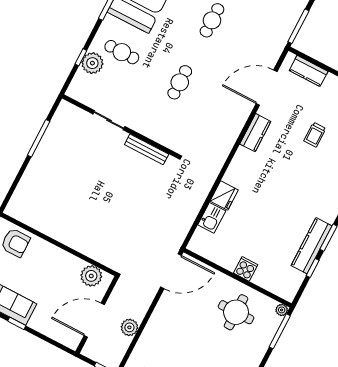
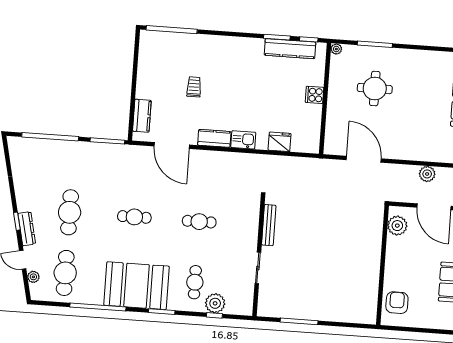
trolley: (315, 135) -> (194, 87), turned -90
kitchen sink: (212, 218) -> (243, 140), moved
cooker: (246, 269) -> (315, 95), moved
wall: (238, 278) -> (325, 99), moved
plant: (282, 310) -> (336, 49), moved

